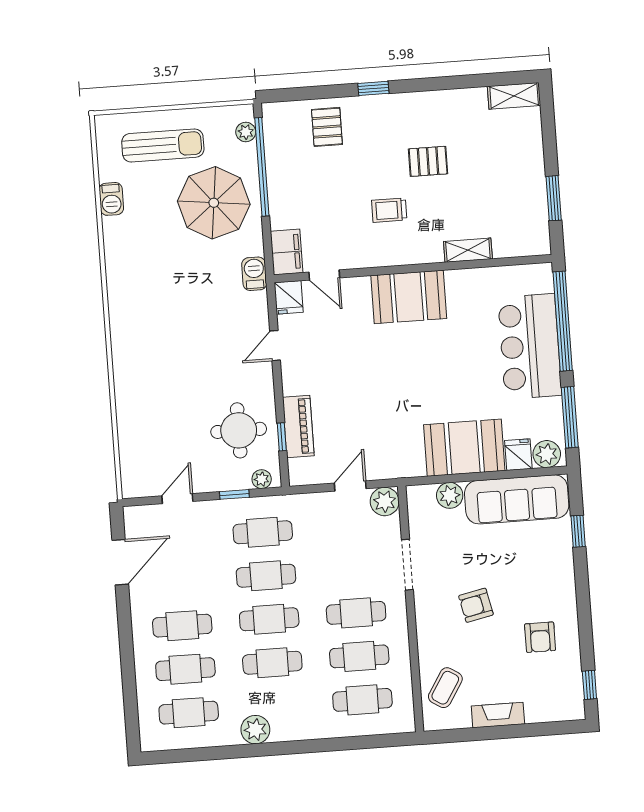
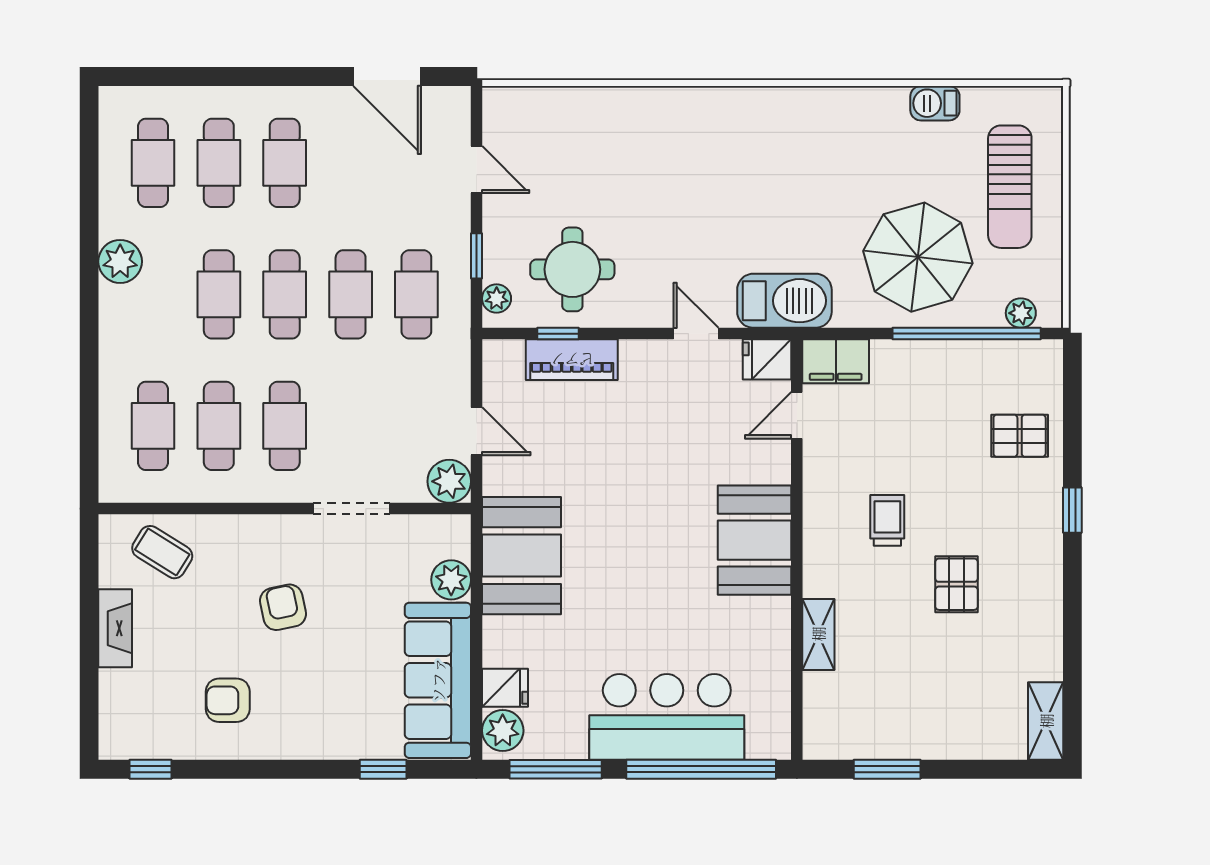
barbecue: (254, 274) -> (784, 301), width x1.88, depth x1.53
booth: (464, 448) -> (521, 556), moved

